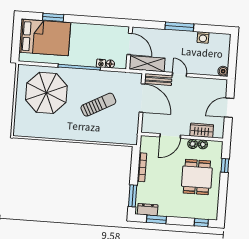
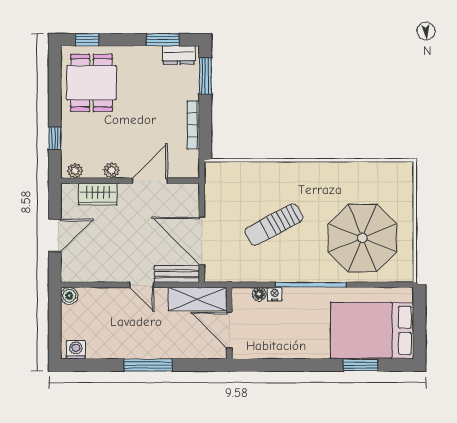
washing machine: (203, 37) -> (76, 350), moved
plant: (203, 144) -> (75, 171), moved
dining table: (197, 177) -> (91, 83), moved

